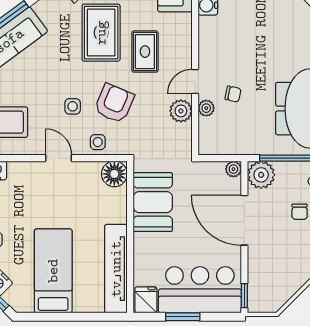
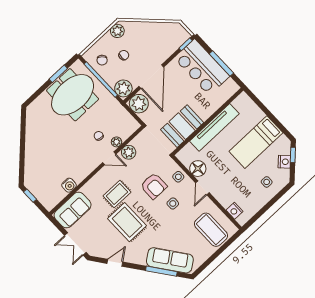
rug: (101, 33) -> (127, 222), turned 90
armchair: (114, 103) -> (154, 186), turned -113
plant: (233, 169) -> (139, 104), width x1.88, depth x1.88
floor lamp: (114, 174) -> (198, 169), moved
tv unit: (116, 269) -> (214, 127), moved
fridge: (146, 300) -> (230, 87), removed
window: (183, 317) -> (221, 63), width x1.44

